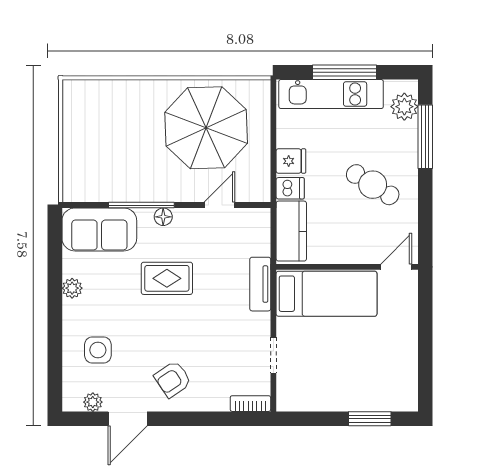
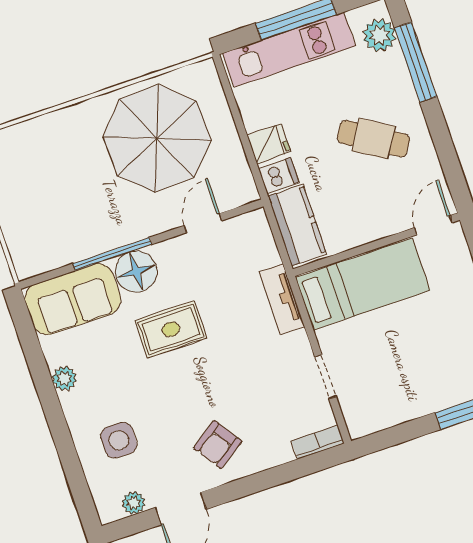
floor lamp: (163, 217) -> (136, 271), width x1.89, depth x1.89

